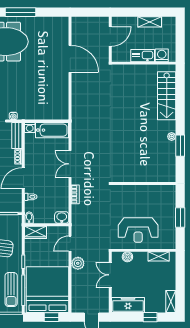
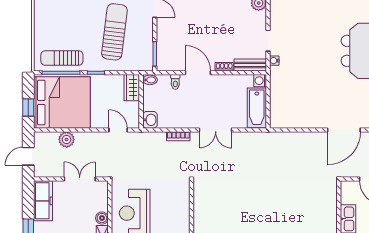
double door: (70, 164) -> (216, 130), swing flipped
boiler: (127, 257) -> (102, 218), moved
plant: (78, 263) -> (67, 139), moved

